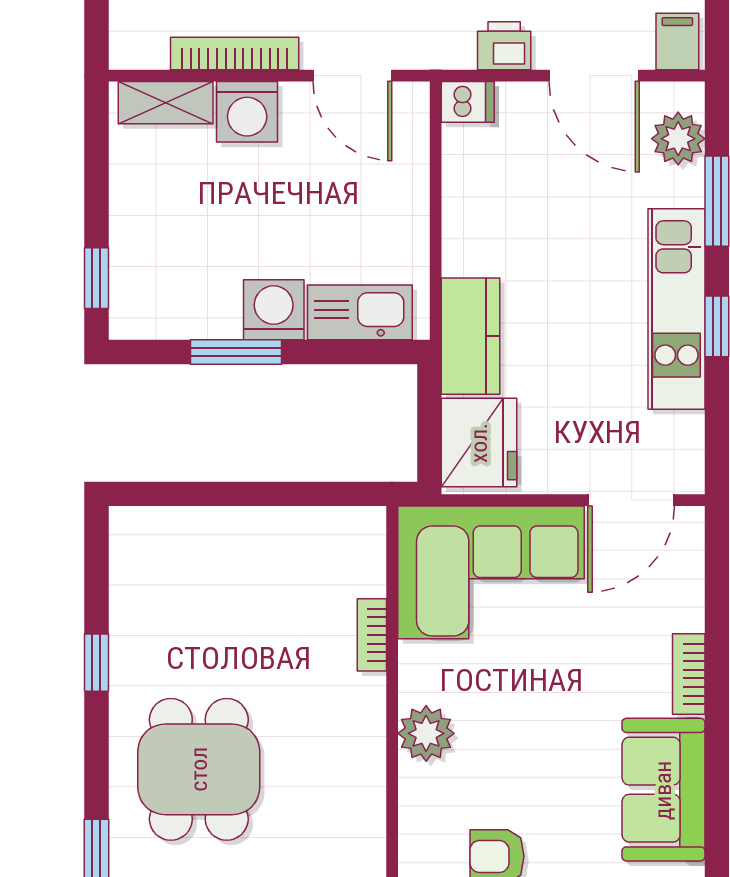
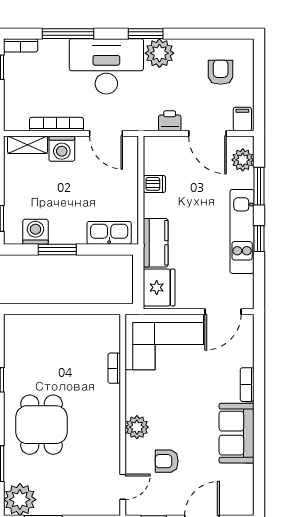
dishwasher: (468, 102) -> (154, 184), moved
washing machine: (274, 310) -> (35, 232), moved
plant: (426, 733) -> (137, 427), moved

